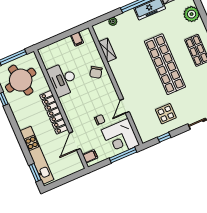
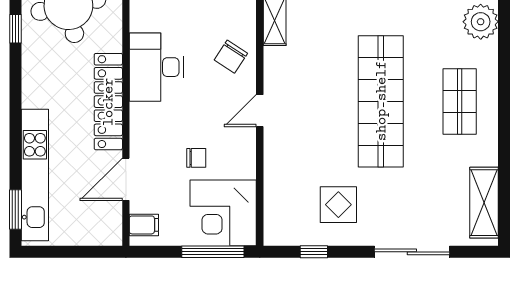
desk: (63, 79) -> (156, 67), moved
door: (124, 106) -> (260, 111), moved

